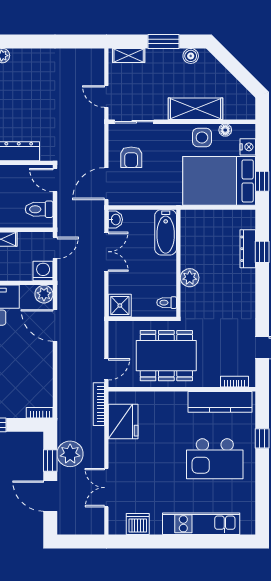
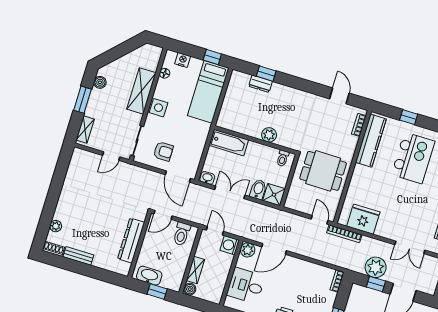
side table: (202, 137) -> (159, 108), moved
bed: (219, 181) -> (208, 92), width x0.67
dresser: (248, 249) -> (260, 84), width x0.70
bidet: (120, 285) -> (258, 189), added
dining table: (166, 356) -> (323, 171), width x0.73

